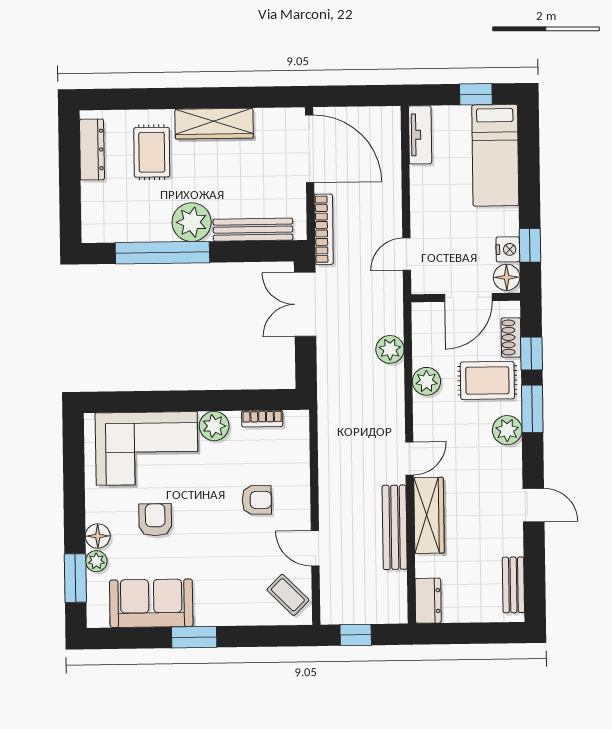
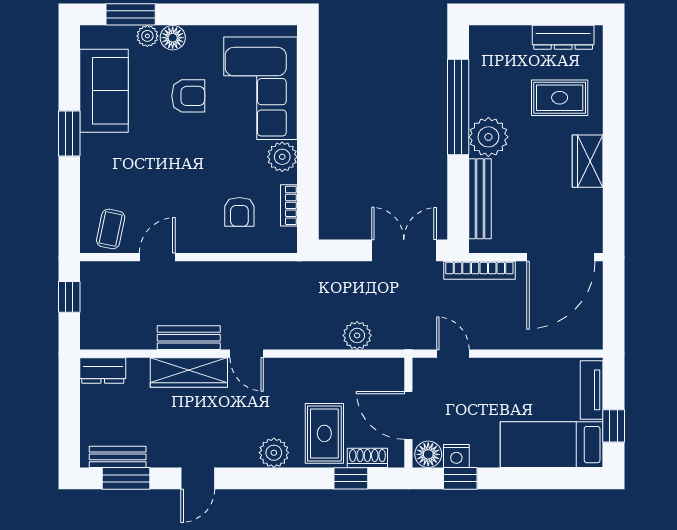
wardrobe: (214, 124) -> (588, 161), width x0.67
tv unit: (420, 135) -> (592, 390), moved, turned 90
plant: (426, 381) -> (324, 372), removed
window: (532, 409) -> (126, 478), moved
armchair: (257, 500) -> (239, 212), moved
bench: (395, 527) -> (189, 338), width x0.73
coffee table: (288, 595) -> (111, 229), turned -33

